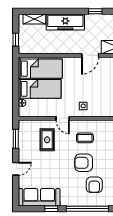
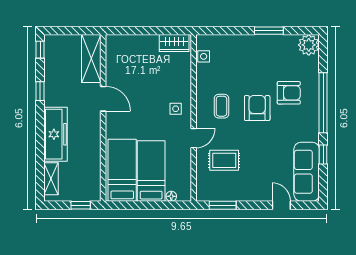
armchair: (84, 163) -> (257, 108), turned 180
door: (16, 169) -> (281, 205), moved

